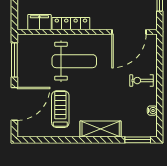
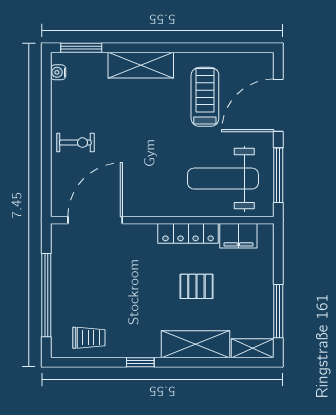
weight bench: (74, 61) -> (223, 179), moved
treadmill: (60, 109) -> (205, 97), turned 180
water cooler: (152, 111) -> (58, 72), moved

